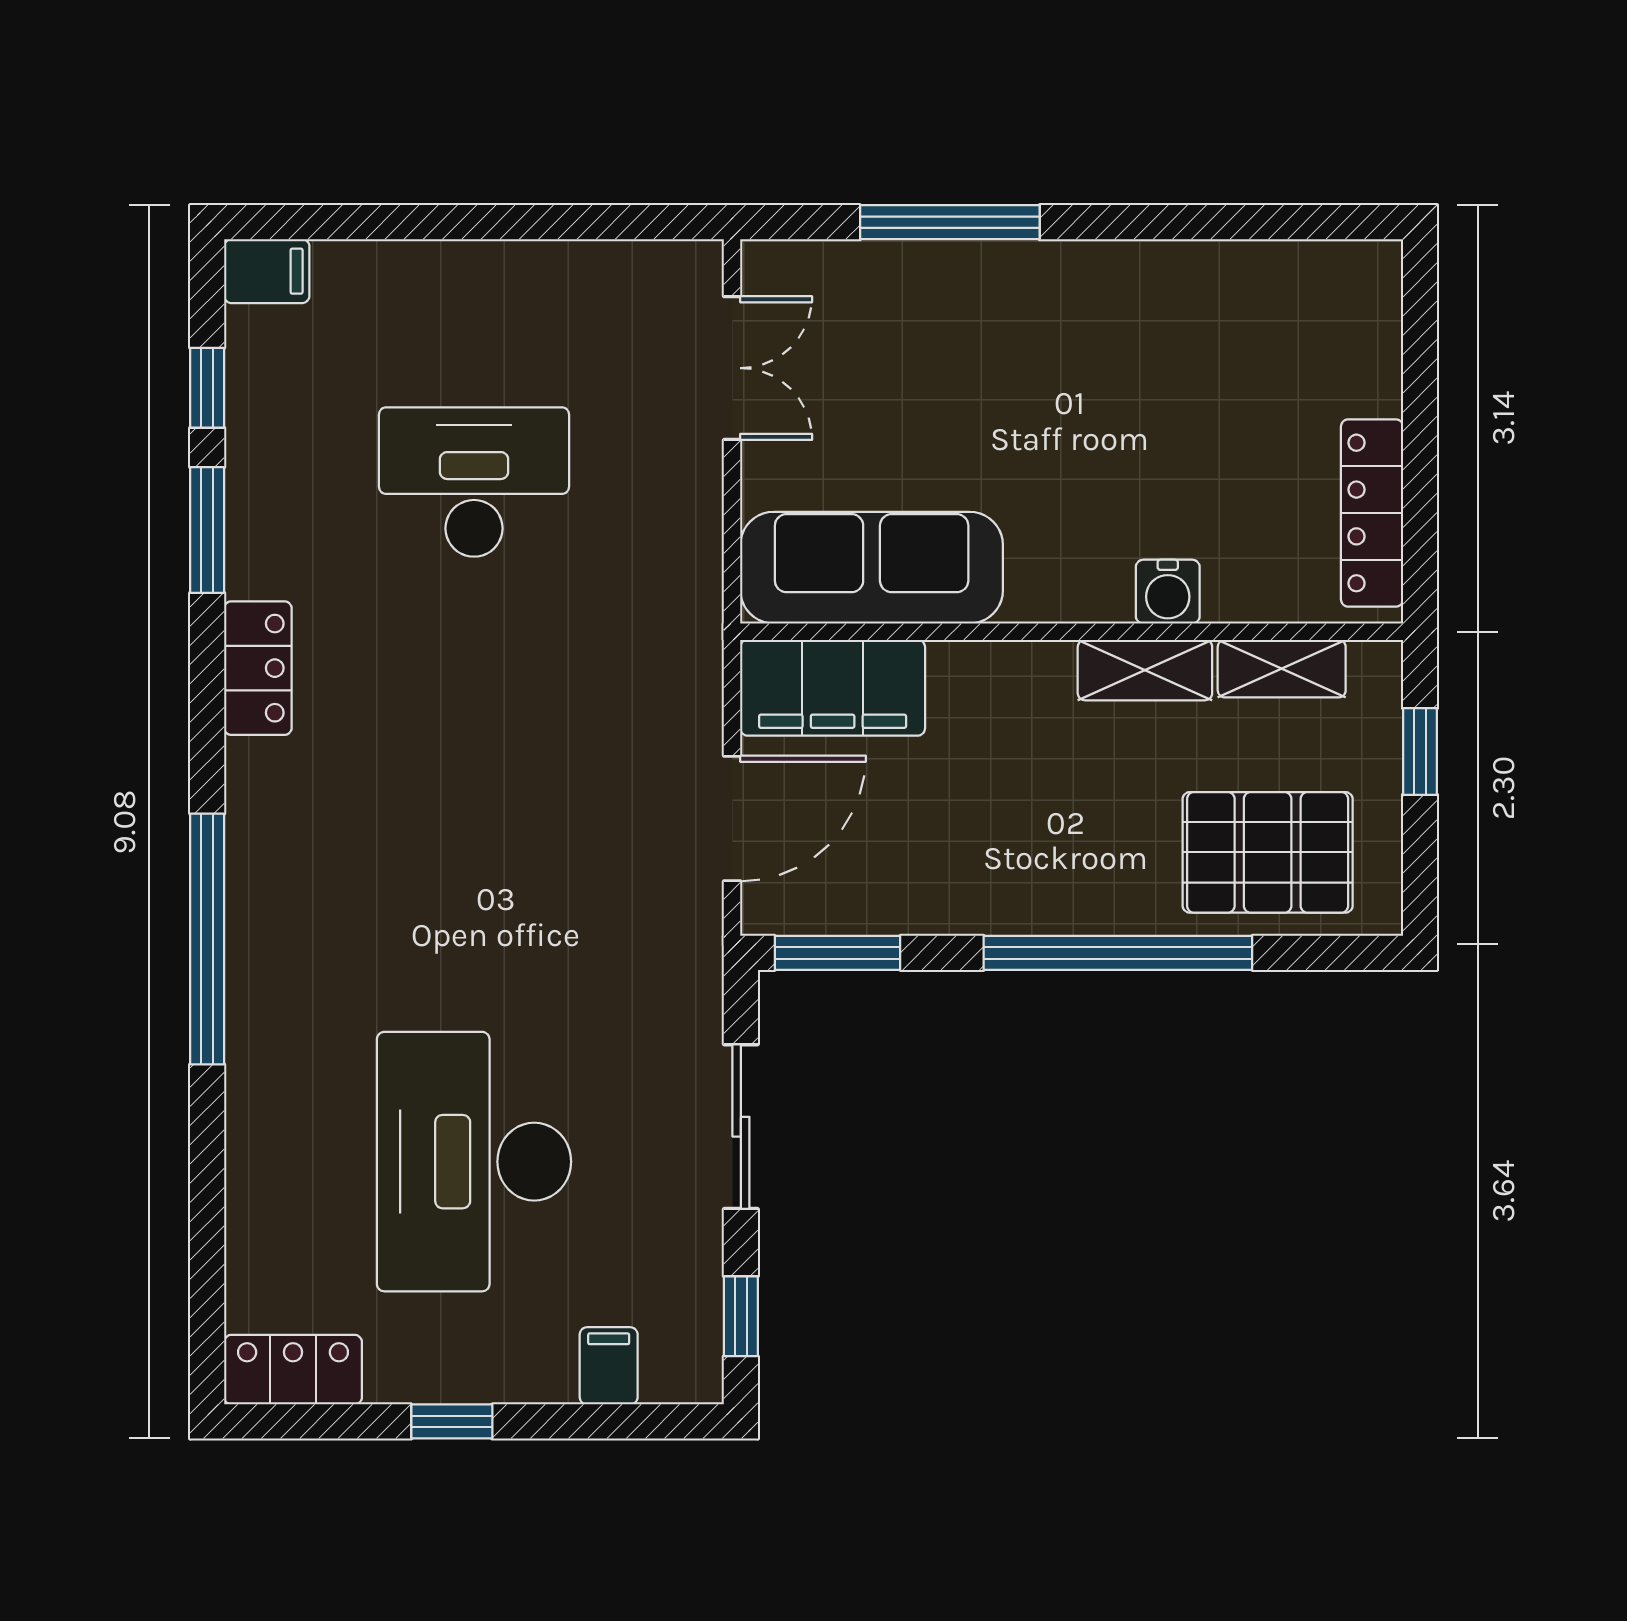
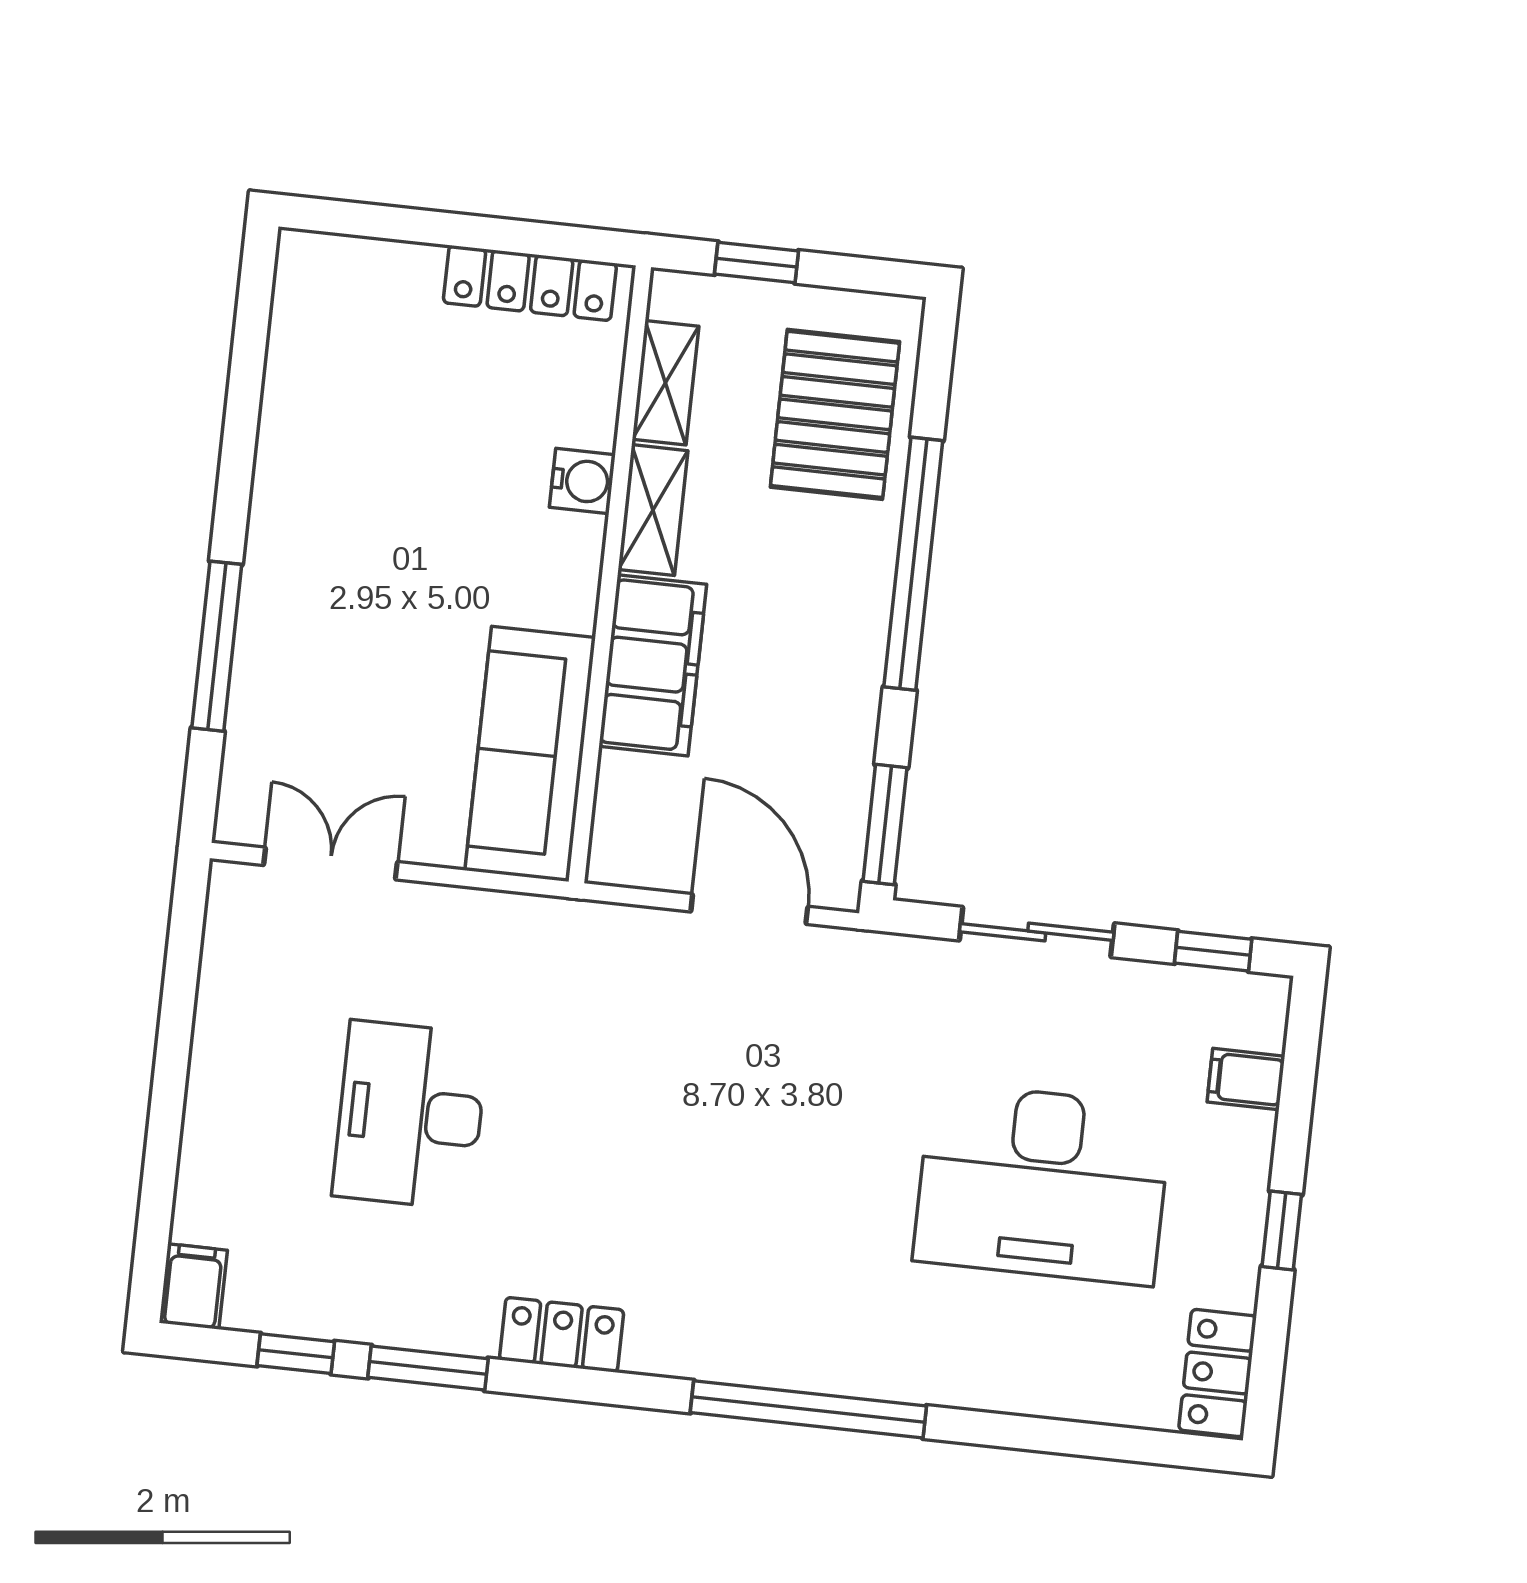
filing cabinet: (833, 688) -> (653, 665), moved

